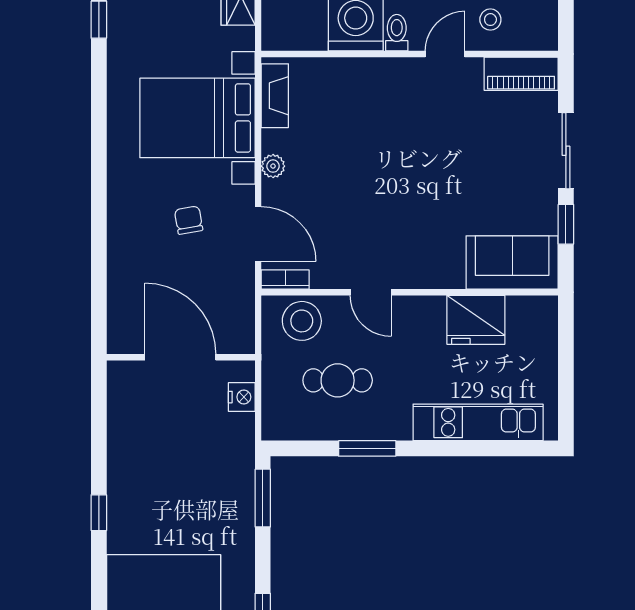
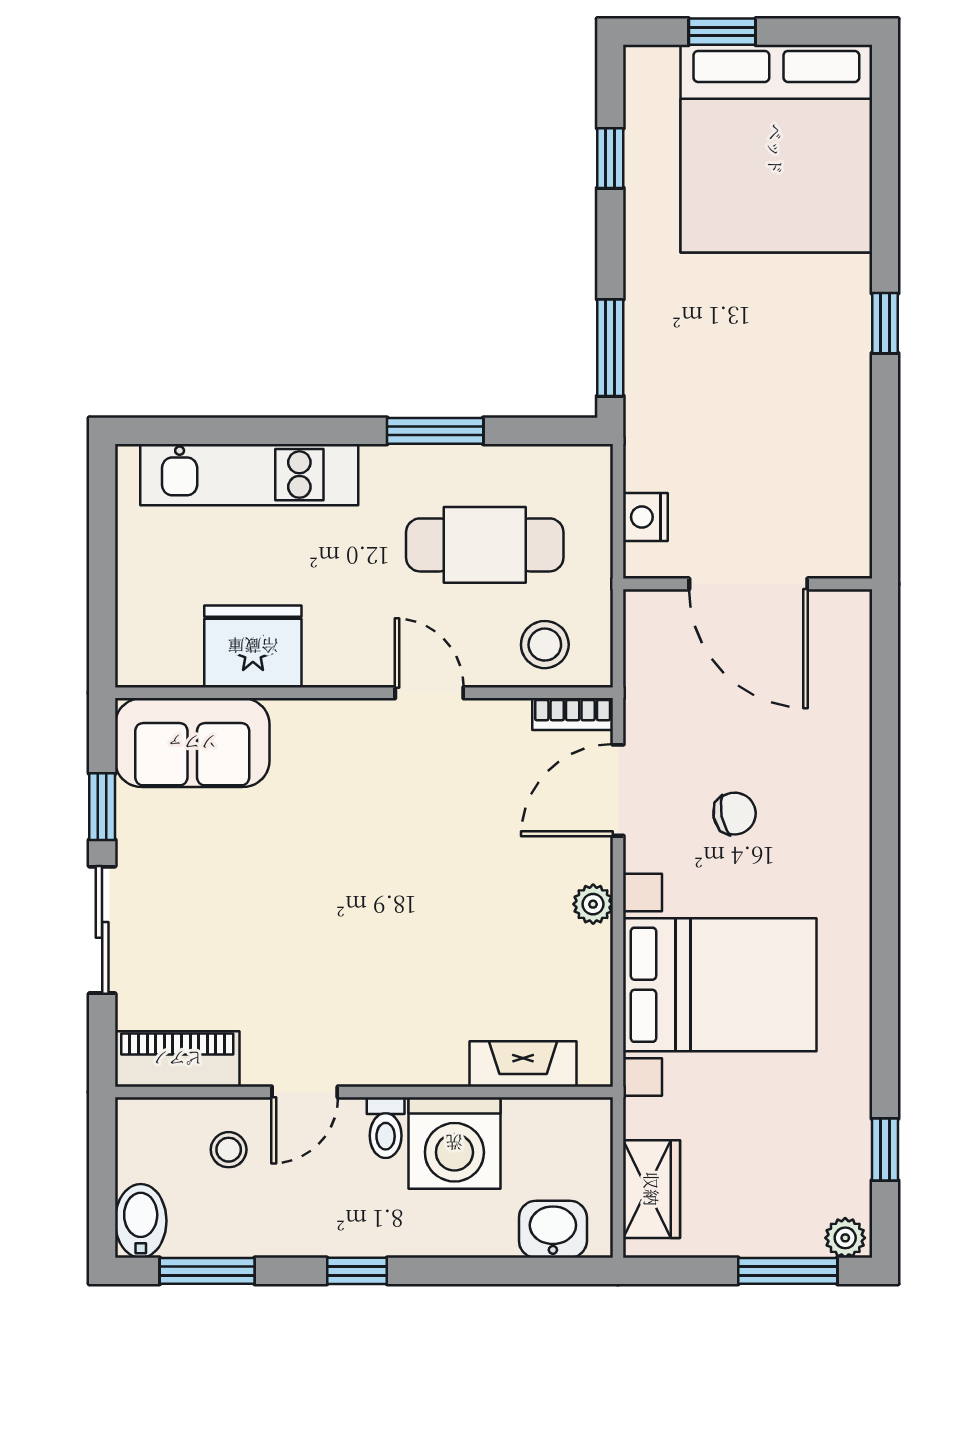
fireplace: (275, 96) -> (523, 1064), moved, turned 90
chair: (189, 220) -> (735, 814), turned -91
door: (258, 234) -> (618, 790), hinge flipped
stool: (302, 321) -> (545, 645), width x0.73, depth x0.73
cafe table: (338, 380) -> (485, 545), width x1.37, depth x1.35

